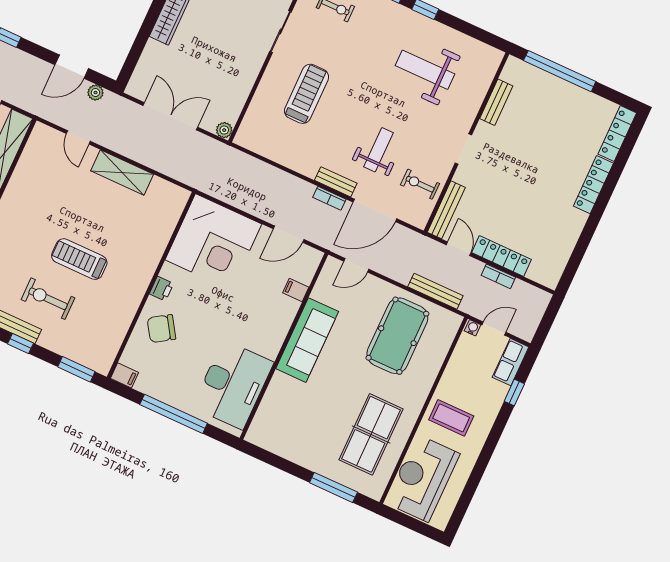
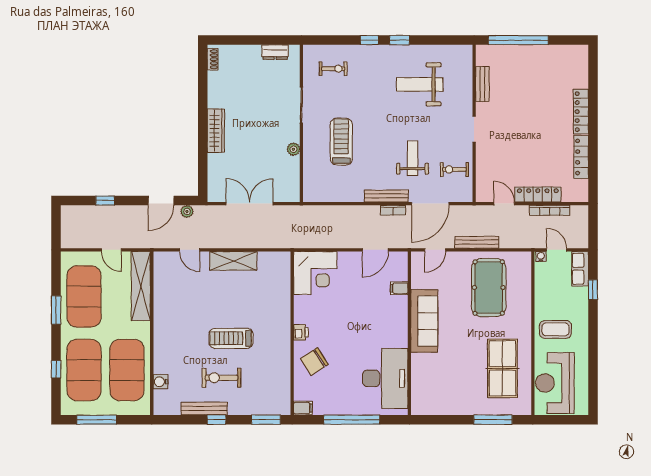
plant: (224, 130) -> (293, 149), moved
locker: (617, 133) -> (581, 157), moved
bench: (336, 182) -> (386, 196), width x1.36
bench: (446, 210) -> (482, 179), removed
corner desk: (213, 242) -> (315, 273), width x0.74, depth x0.74
bookcase: (498, 276) -> (550, 210), width x1.56
bench: (435, 291) -> (477, 242), moved
door: (494, 329) -> (557, 250), hinge flipped

